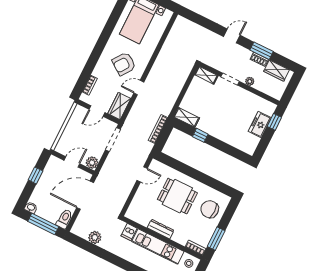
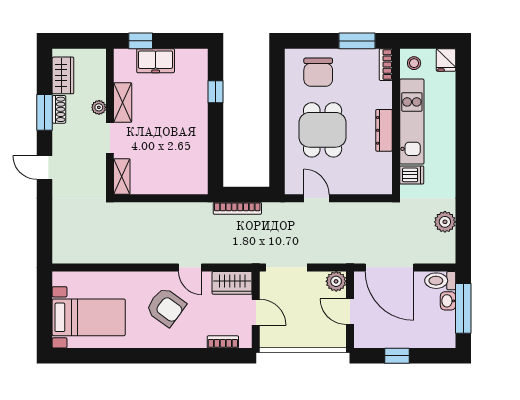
shelving: (187, 117) -> (123, 102), moved
window: (200, 135) -> (215, 92), moved
washbasin: (31, 208) -> (448, 301), moved

